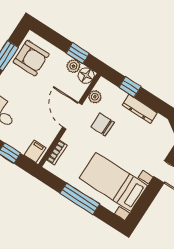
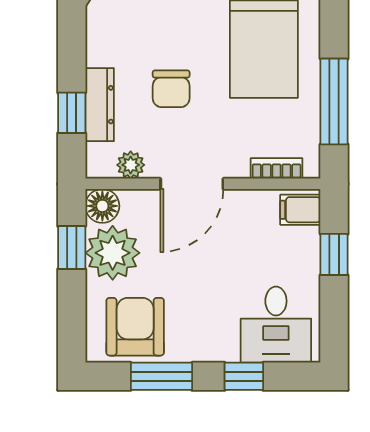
plant: (73, 66) -> (113, 253), width x1.88, depth x1.88
dresser: (140, 109) -> (100, 105), moved
chair: (103, 124) -> (171, 89), moved
window: (80, 199) -> (334, 102), moved

